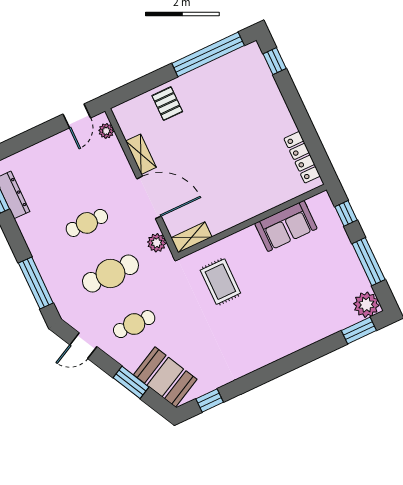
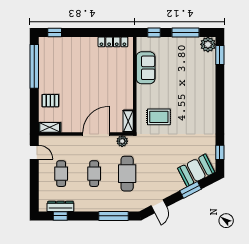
plant: (106, 131) -> (50, 140), removed
shelving: (141, 154) -> (50, 127), moved
cafe table: (134, 324) -> (61, 174), moved

